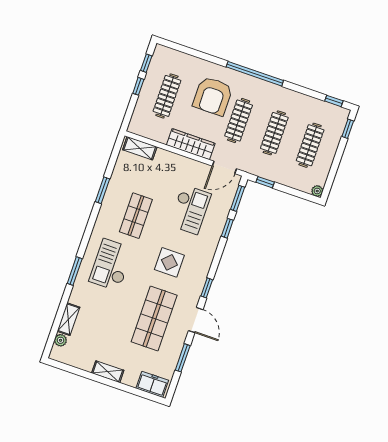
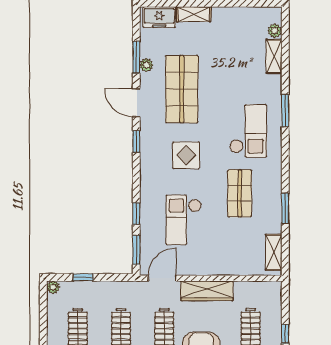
shelving: (140, 148) -> (274, 252), moved, turned 90
window: (265, 182) -> (83, 277), moved
plant: (177, 348) -> (146, 65), added
shelving: (108, 372) -> (194, 14), moved

